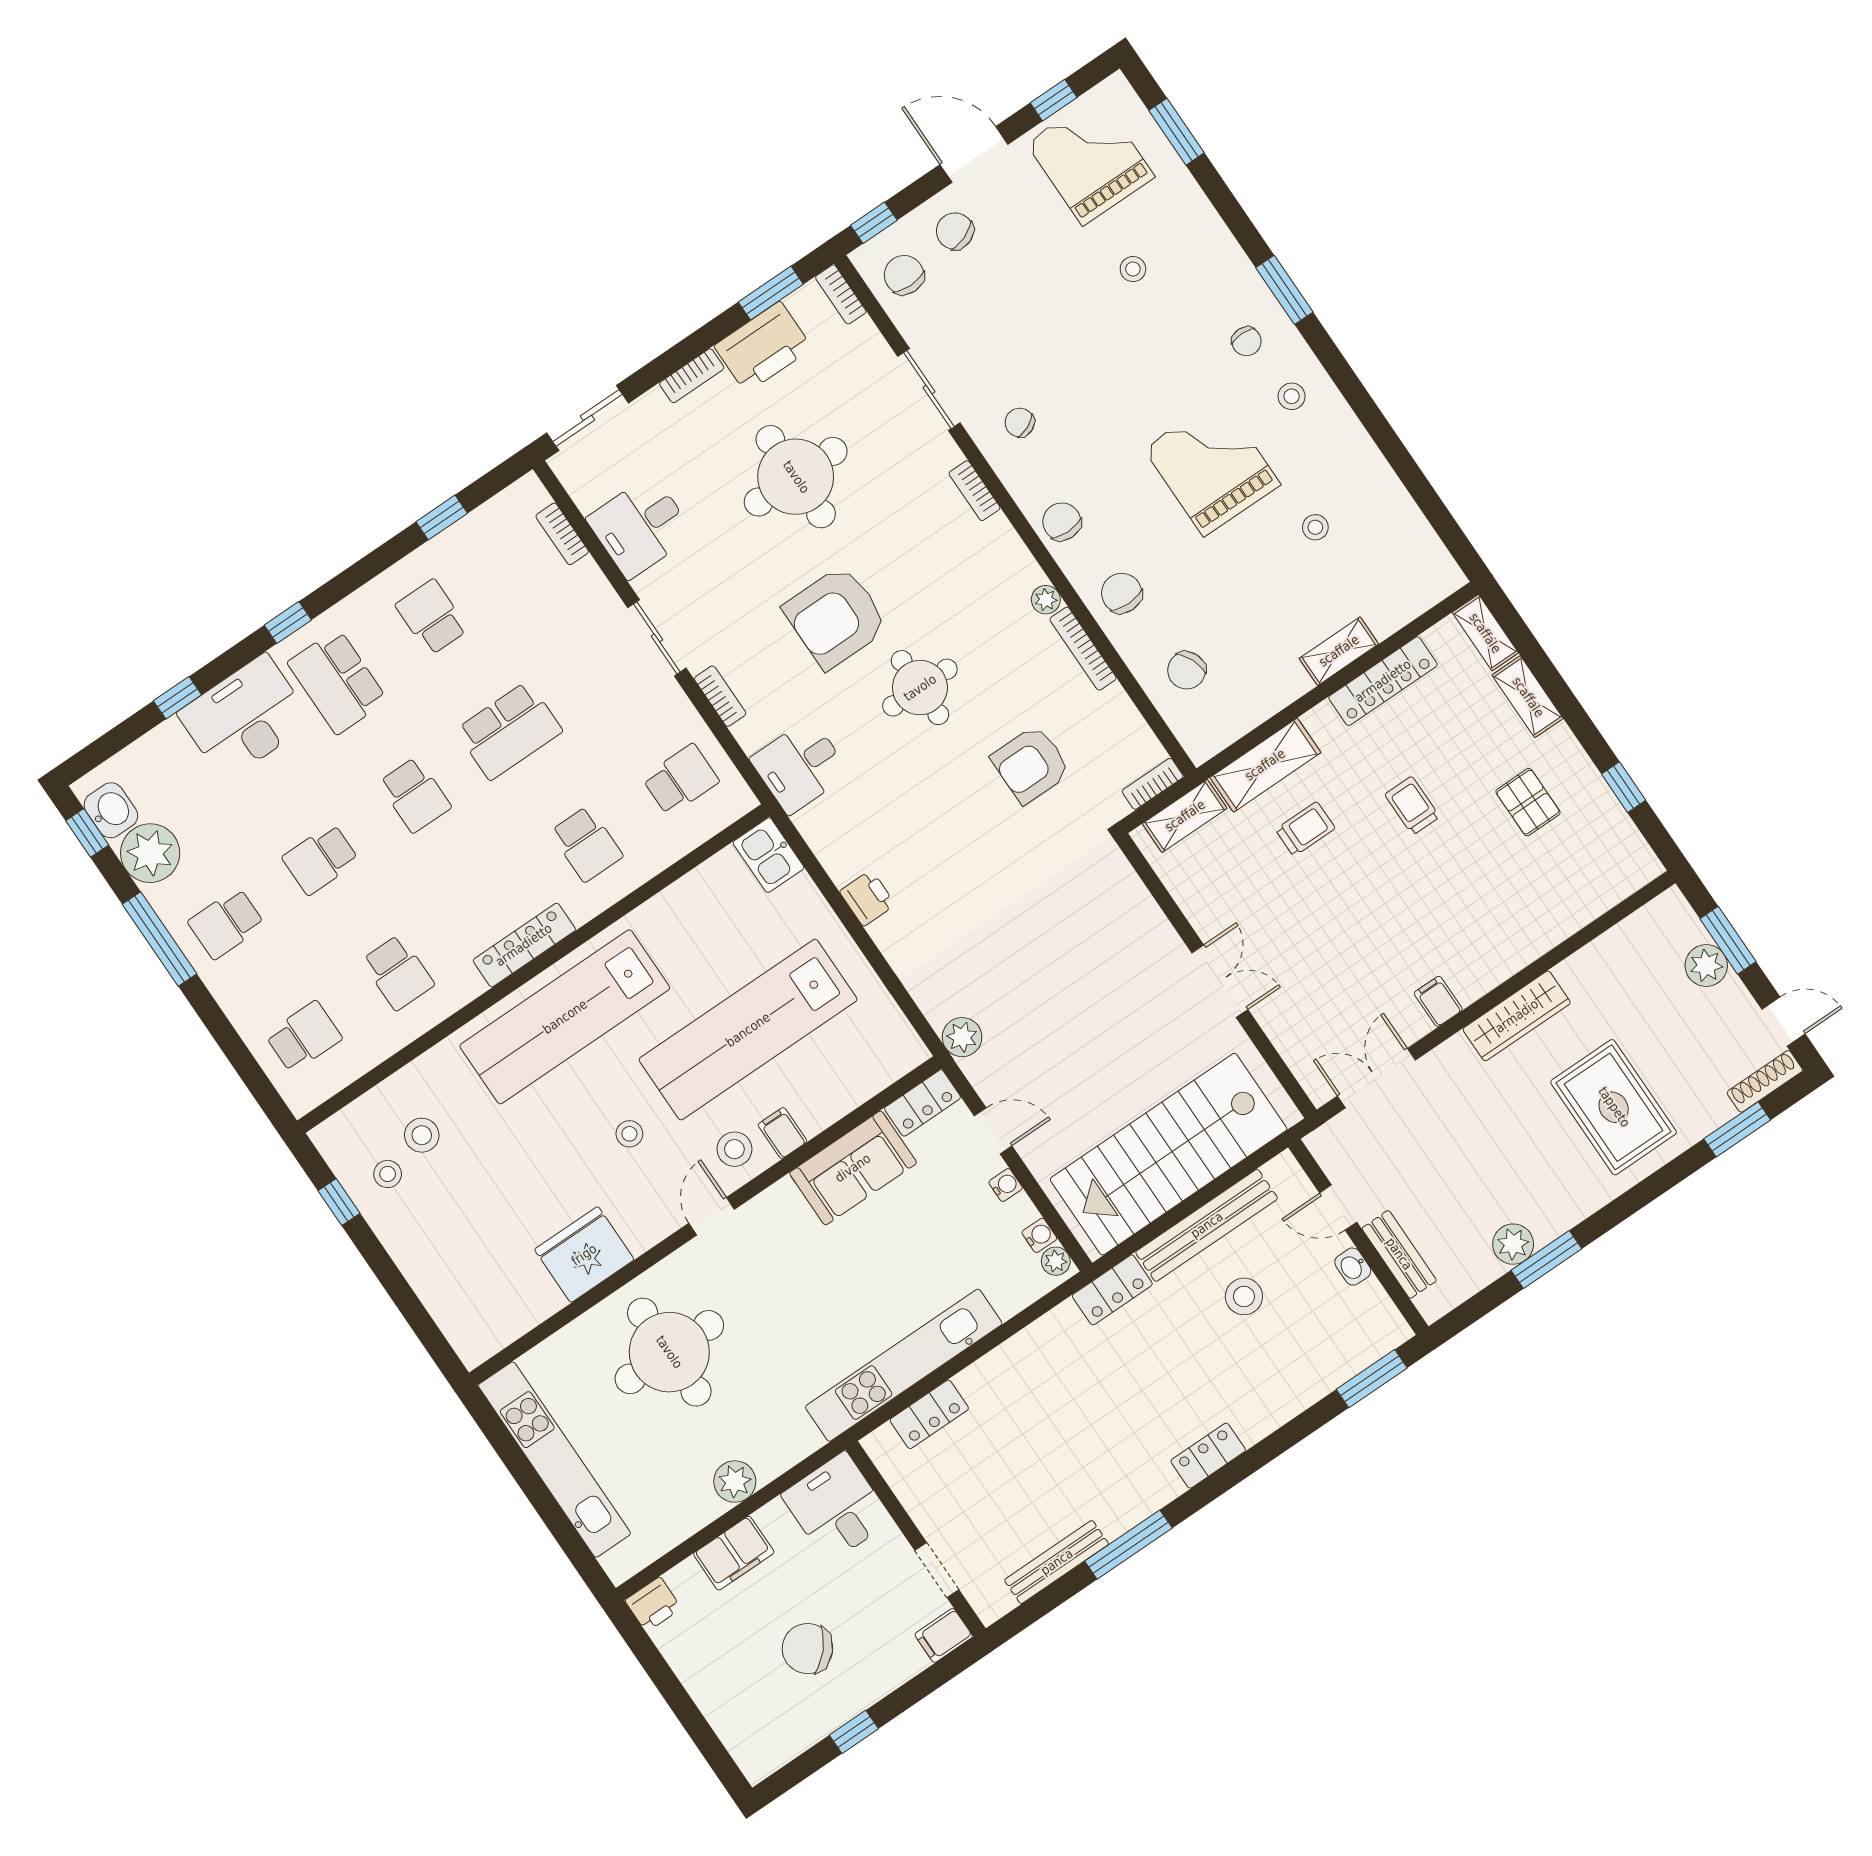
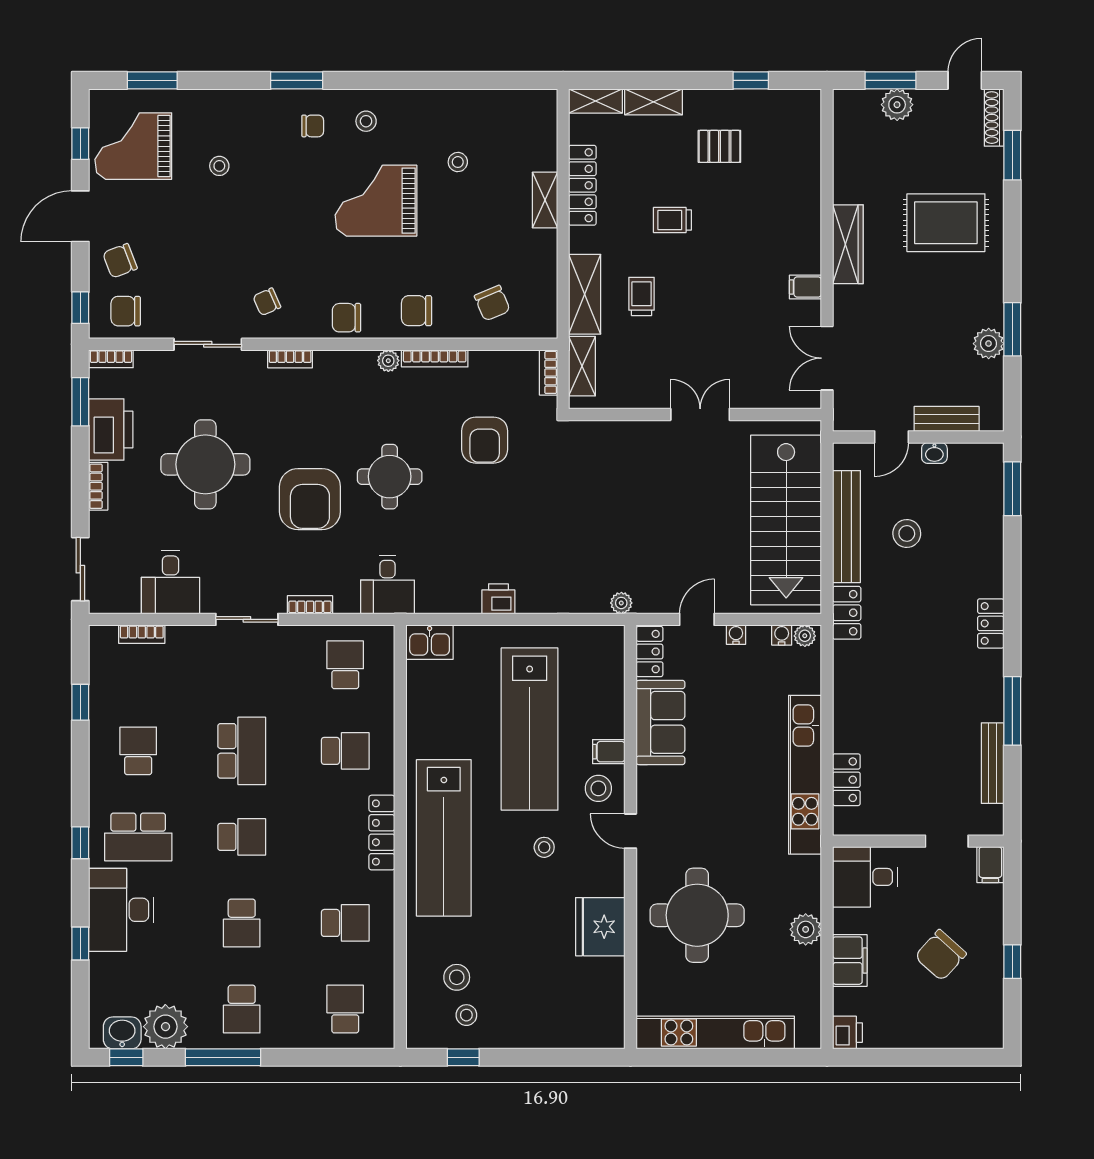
school desk: (432, 617) -> (138, 751), turned 90
plant: (962, 1037) -> (621, 603), width x0.73, depth x0.73

